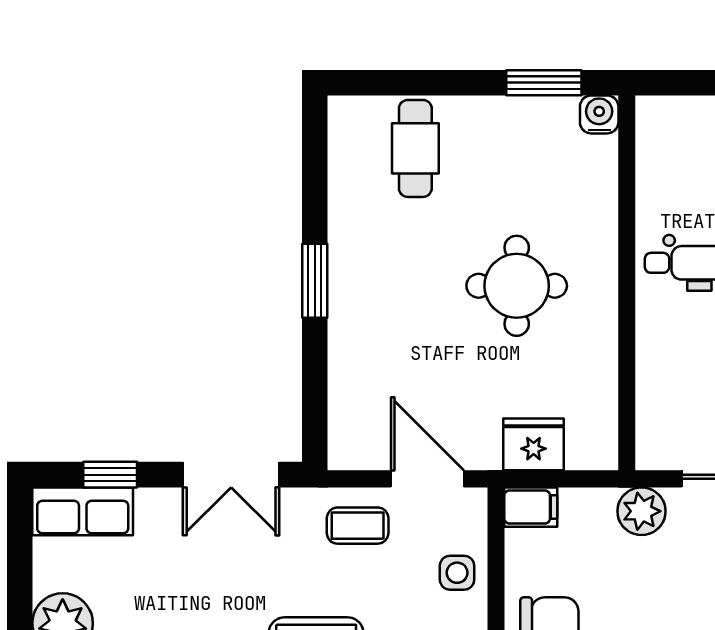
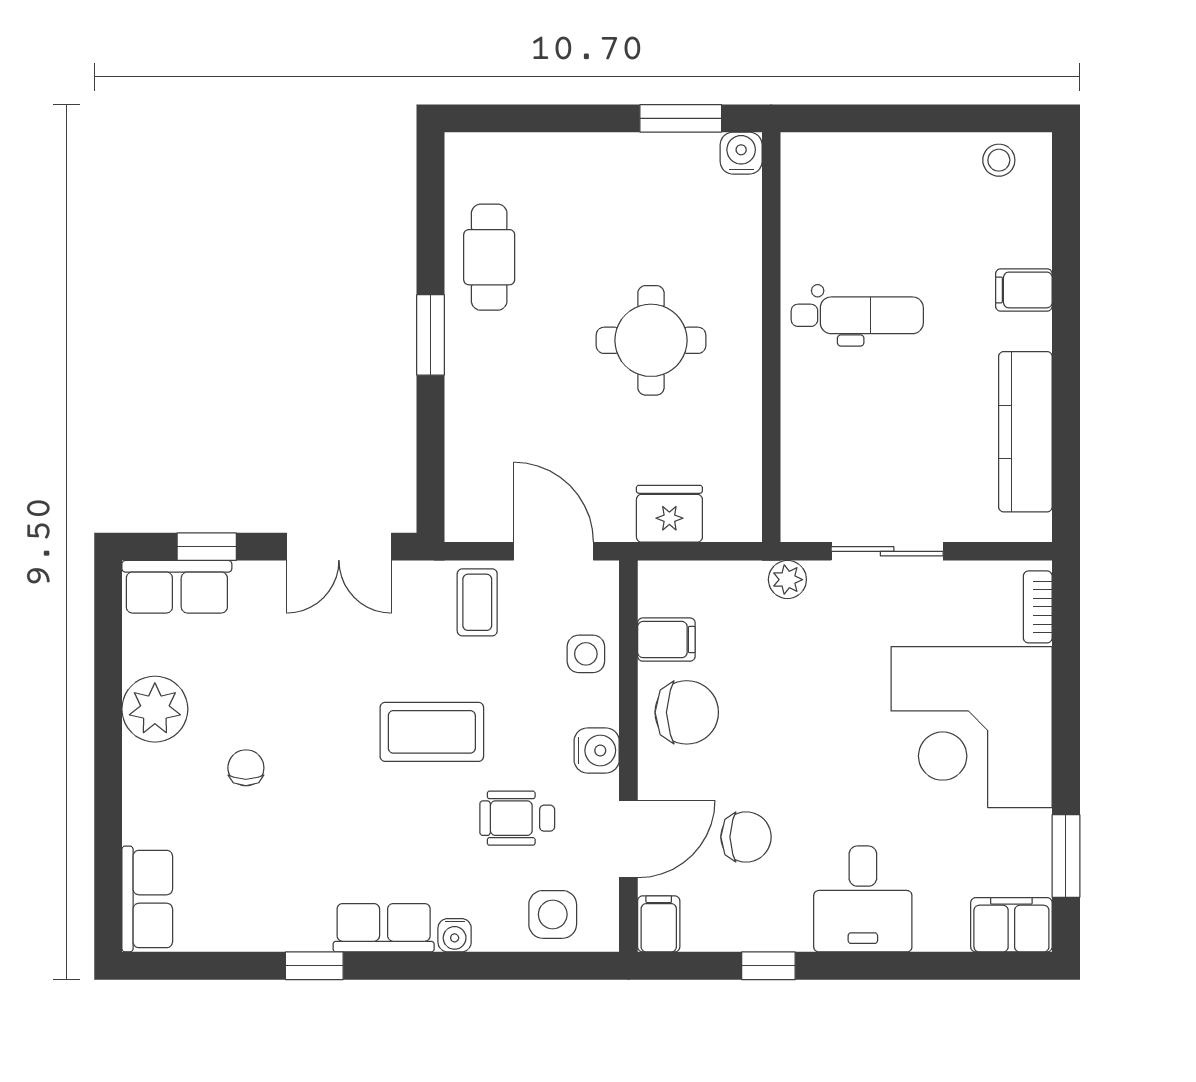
cafe table: (415, 148) -> (489, 257), moved
filing cabinet: (531, 507) -> (666, 640), moved
plant: (642, 511) -> (787, 580), width x0.73, depth x0.73
coffee table: (358, 526) -> (477, 602), turned 90

